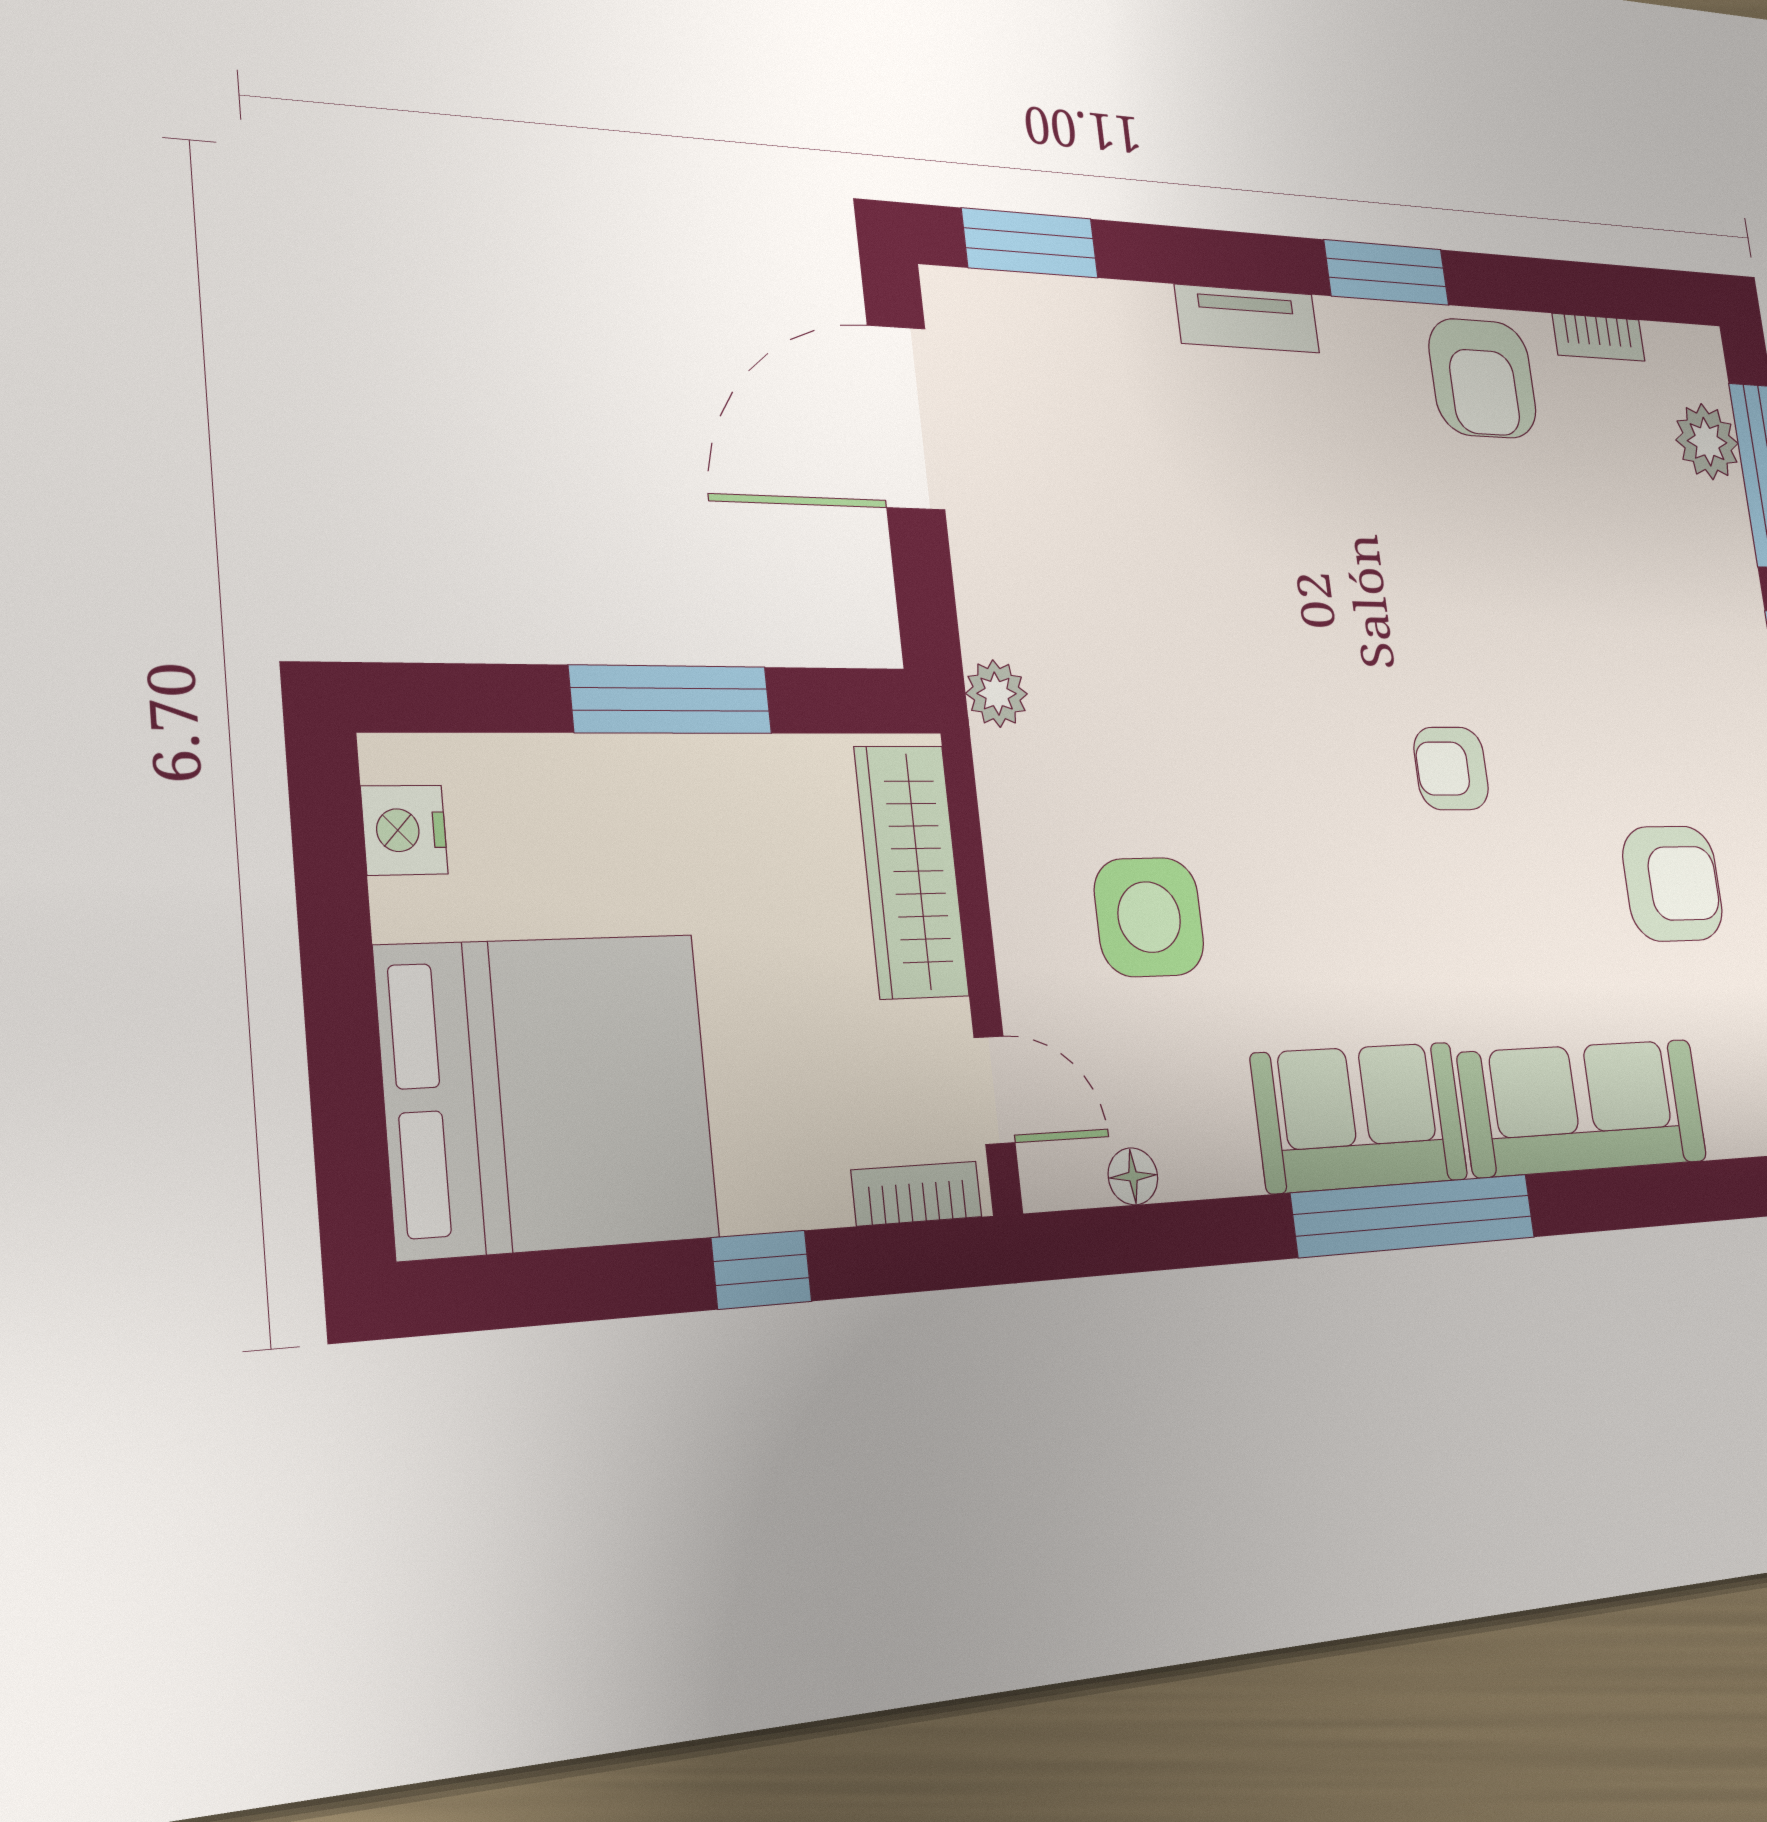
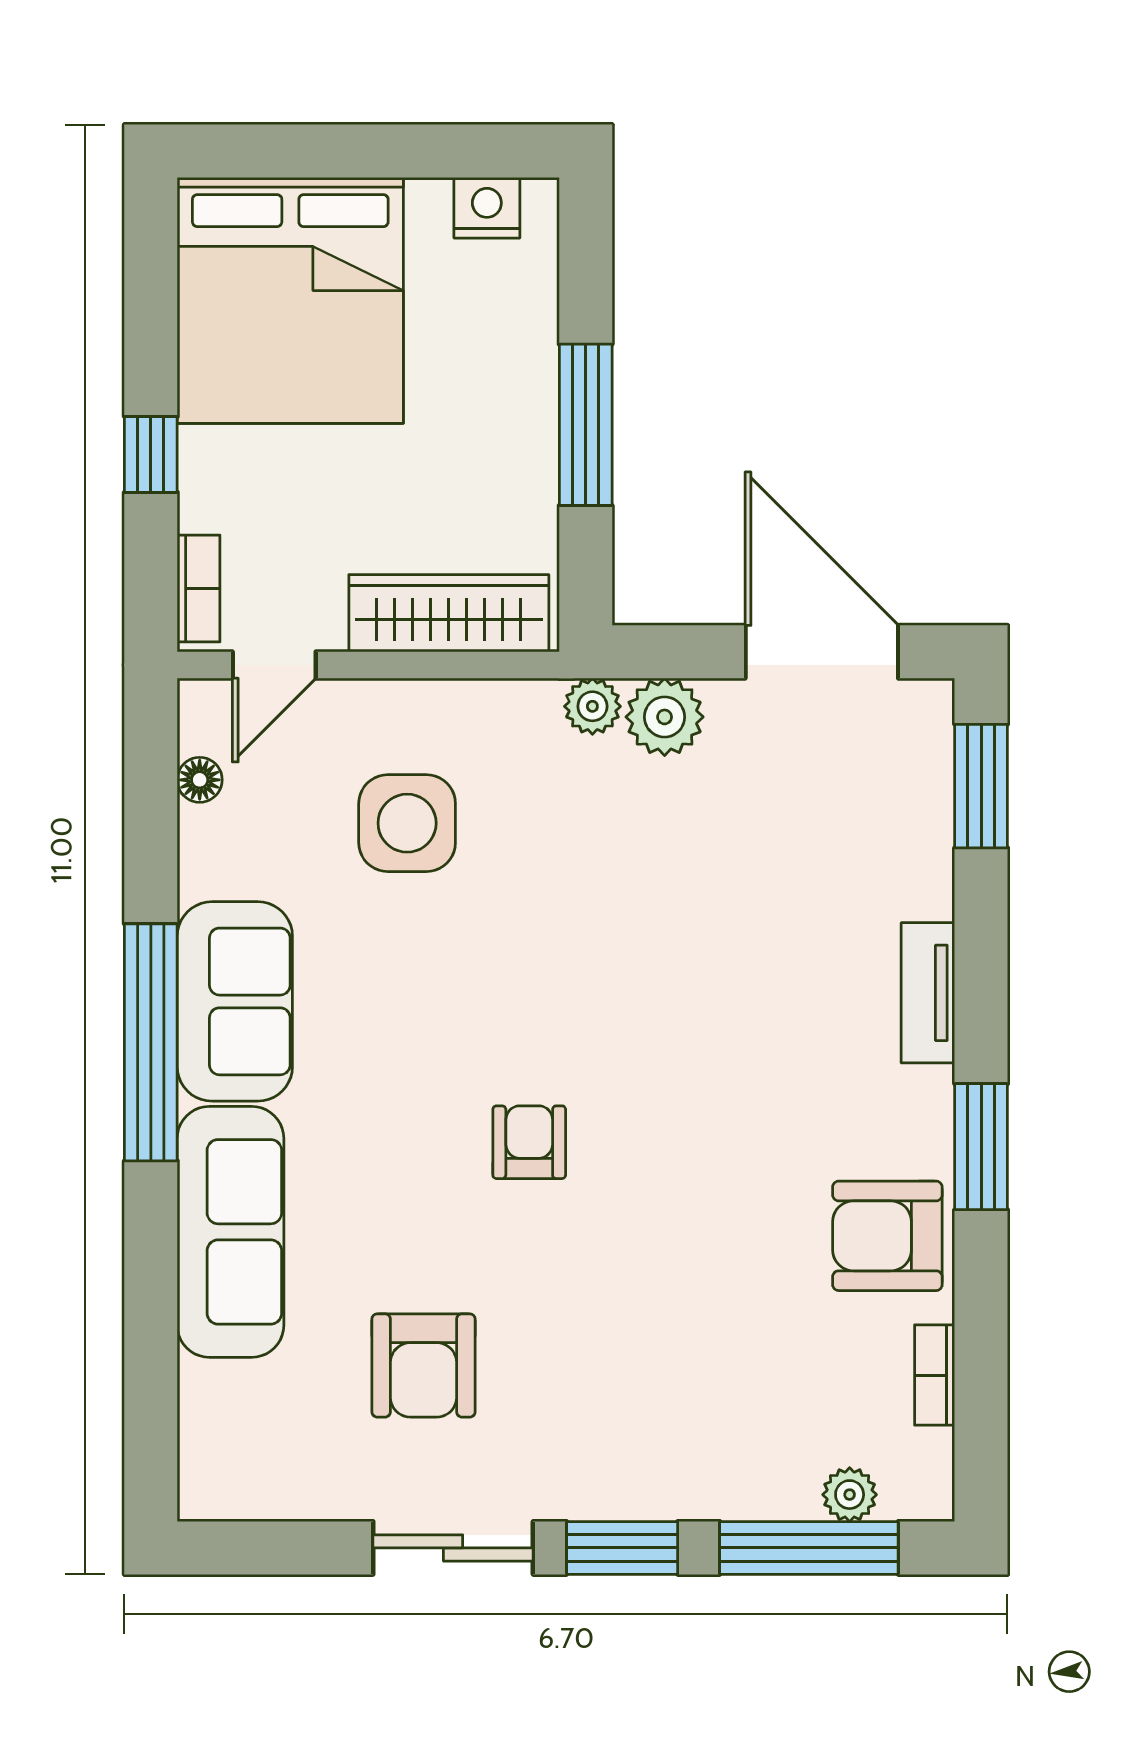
plant: (1707, 442) -> (850, 1495), width x0.73, depth x0.73
plant: (998, 607) -> (665, 717), added

